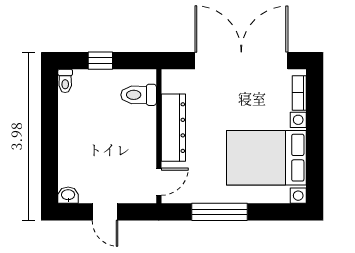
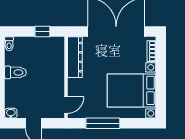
window: (100, 61) -> (42, 31), moved
toilet: (139, 95) -> (15, 72), moved, turned 180
dresser: (173, 128) -> (75, 57), moved

